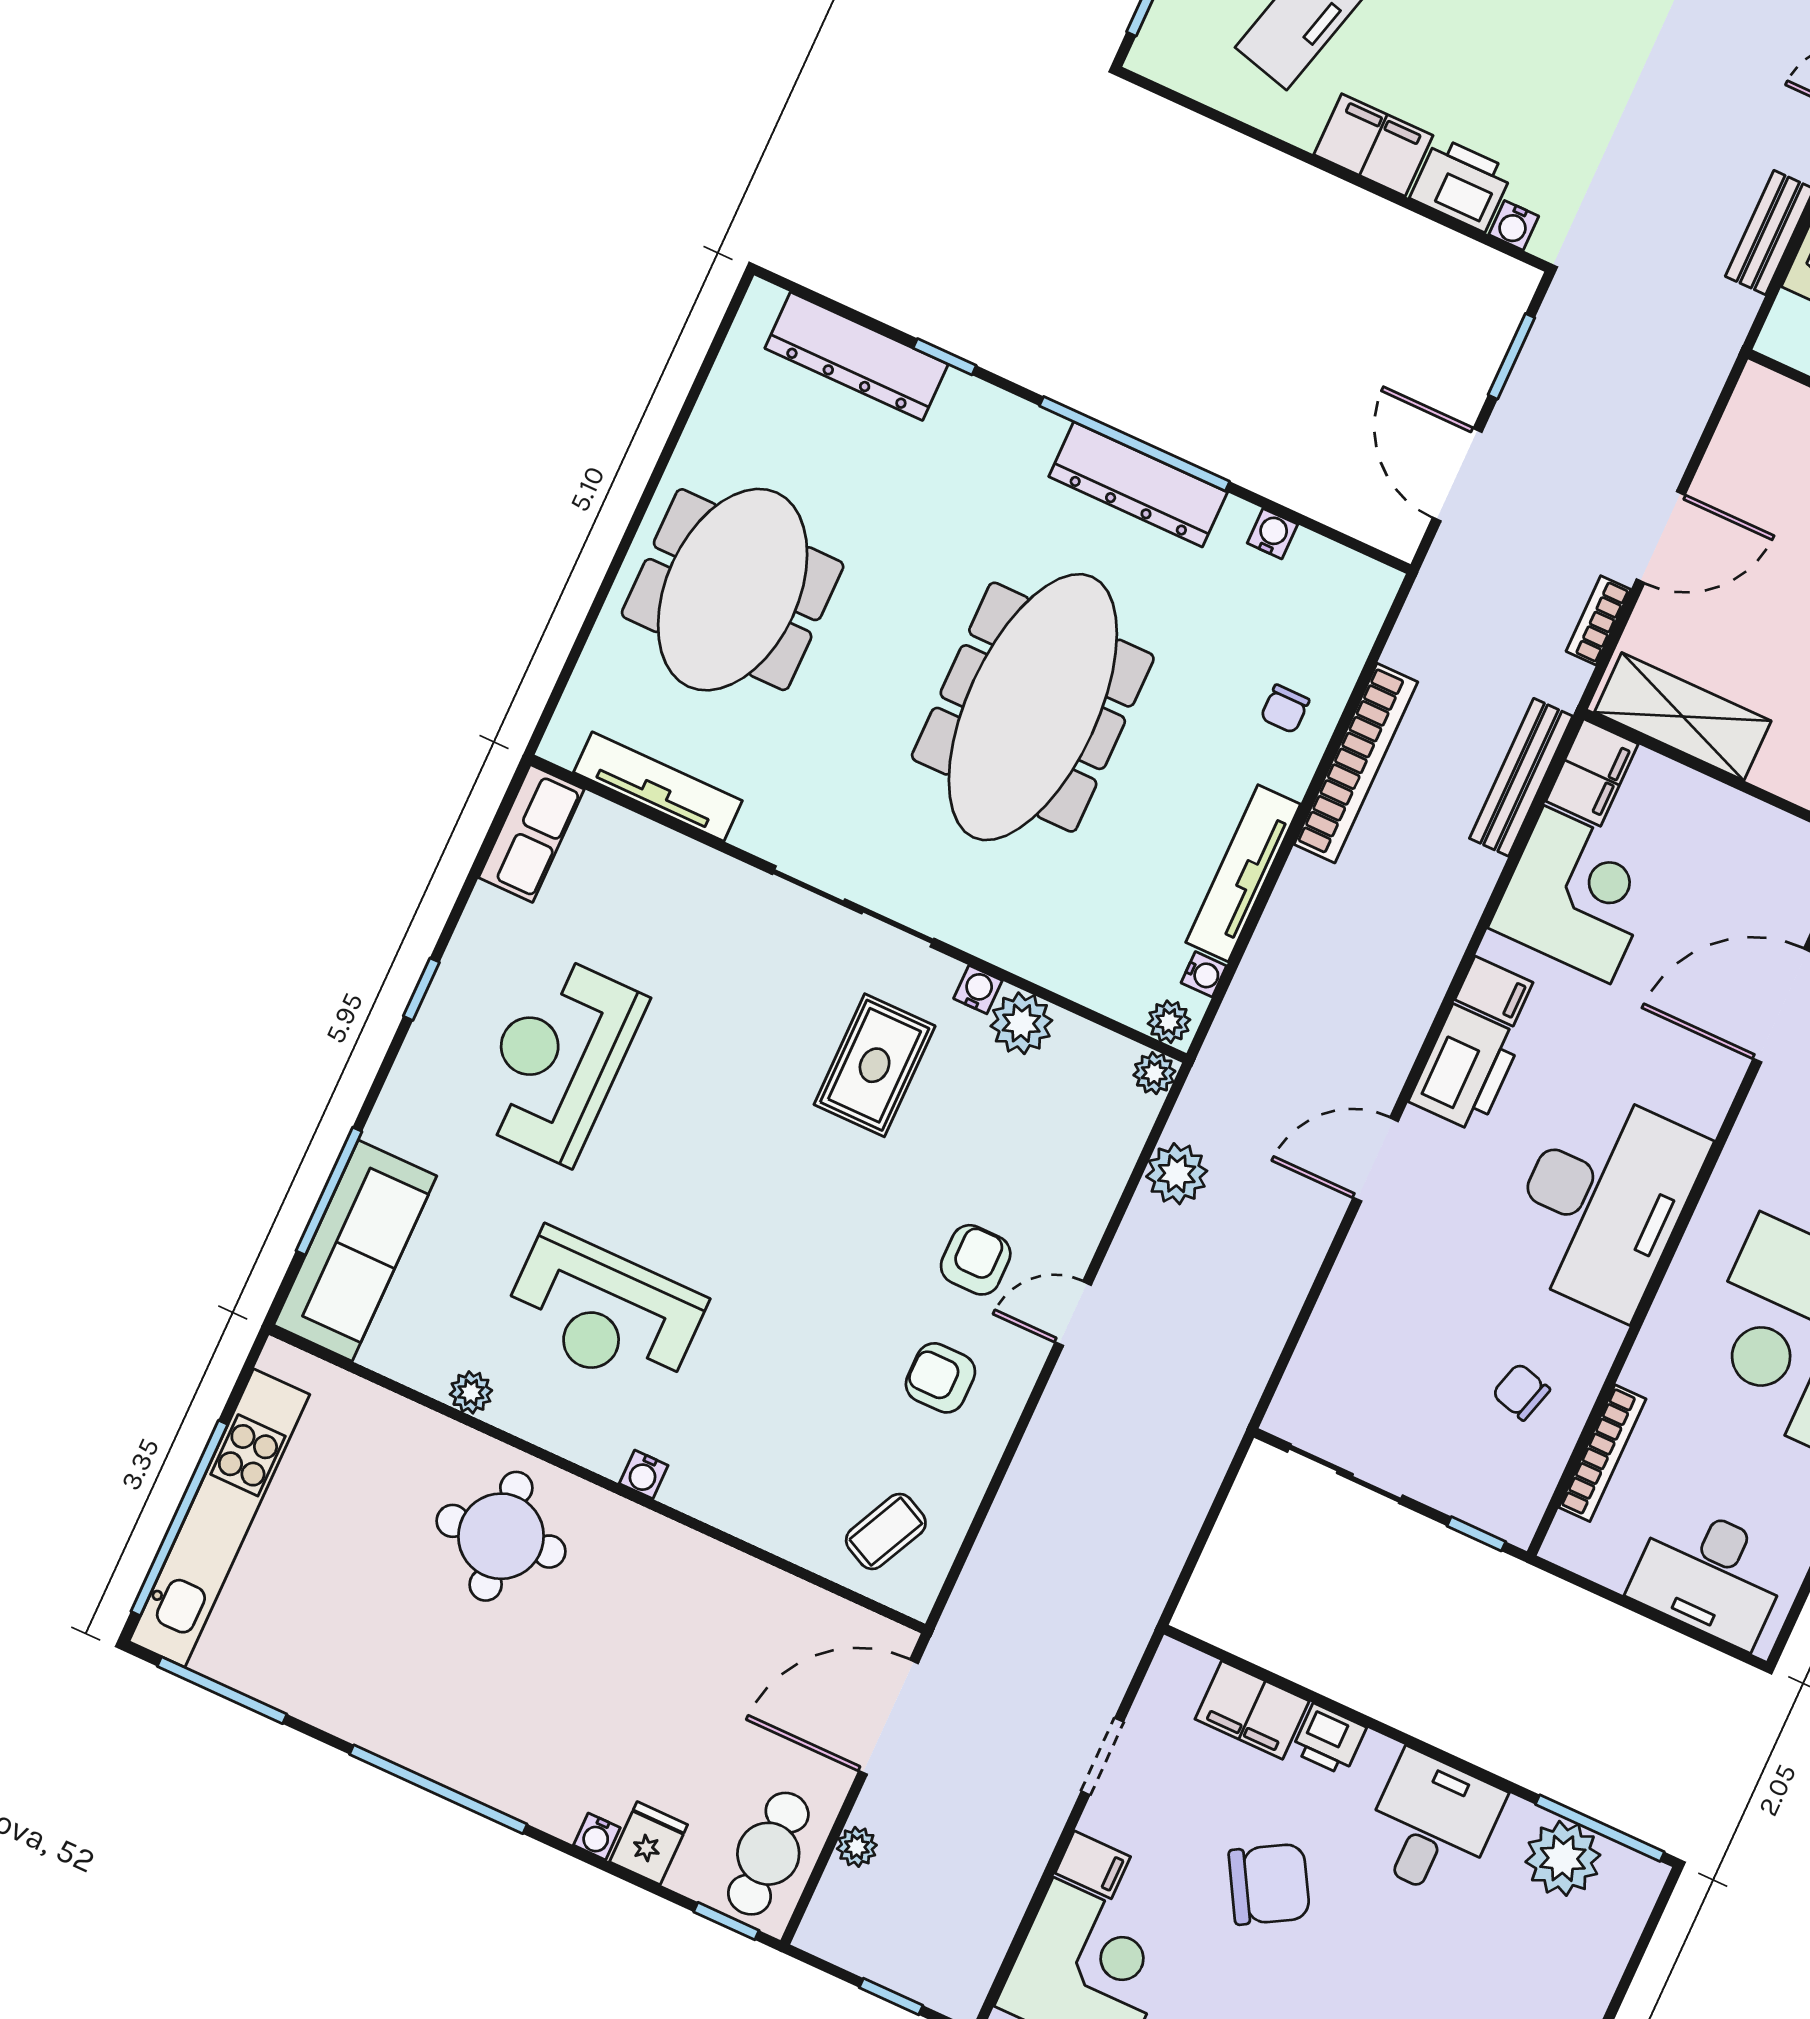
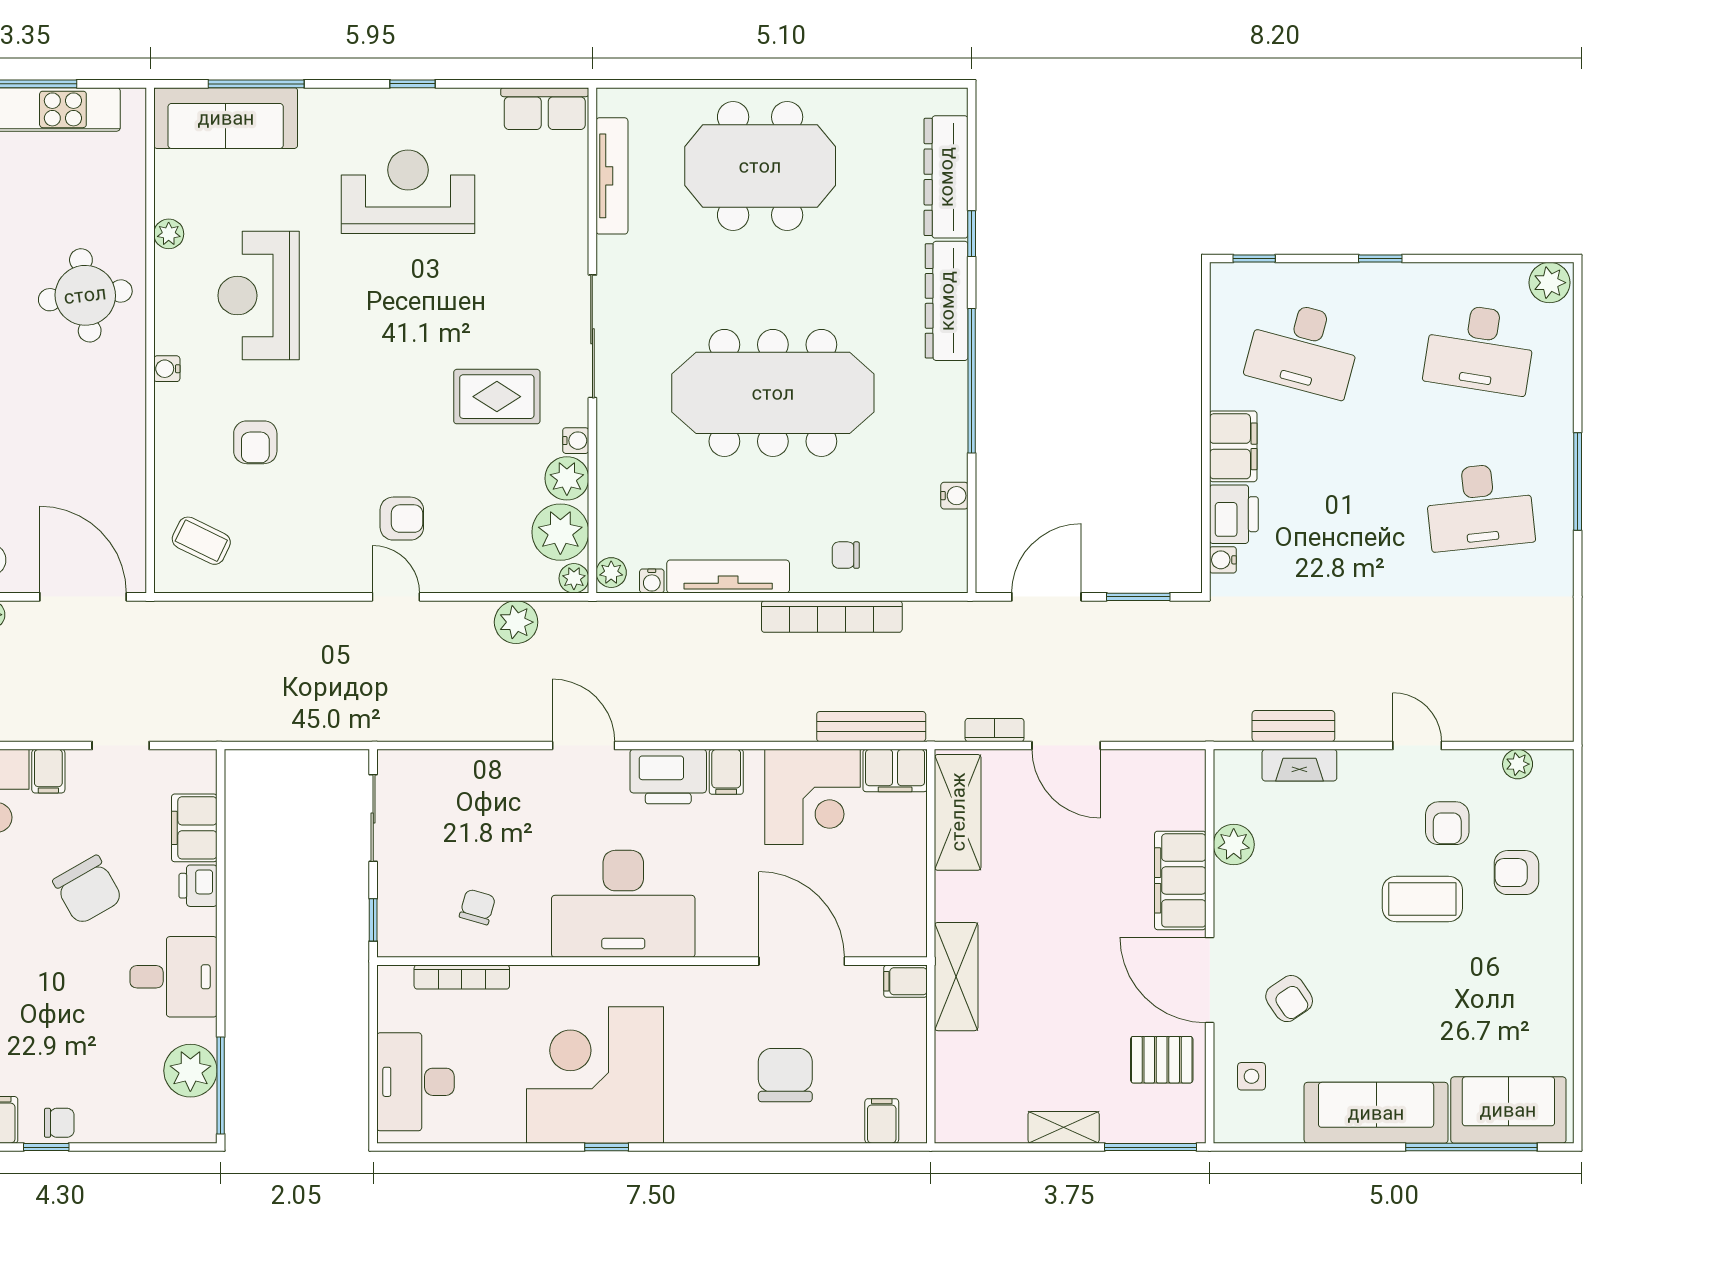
dresser: (1138, 484) -> (947, 301), moved
plant: (1087, 1063) -> (560, 532), added
armchair: (940, 1378) -> (255, 442), moved, turned 180

